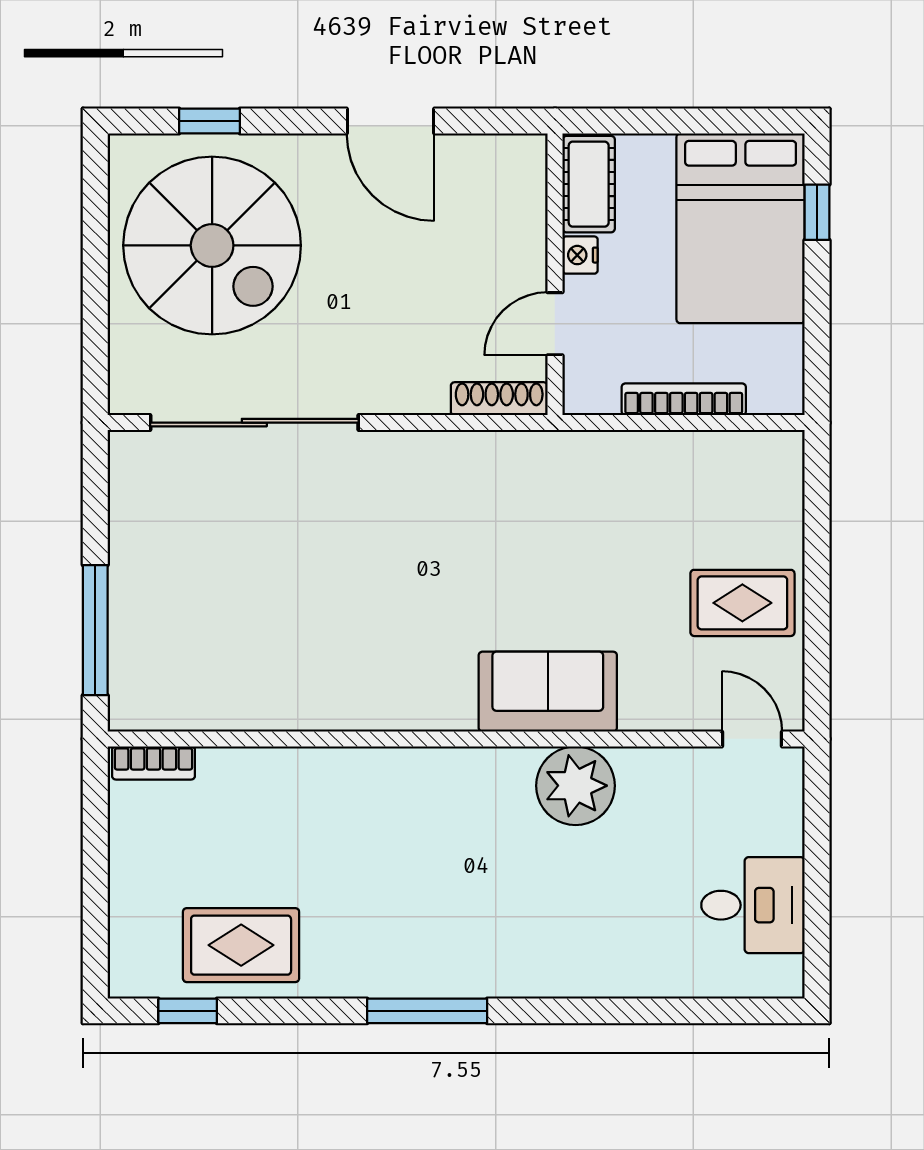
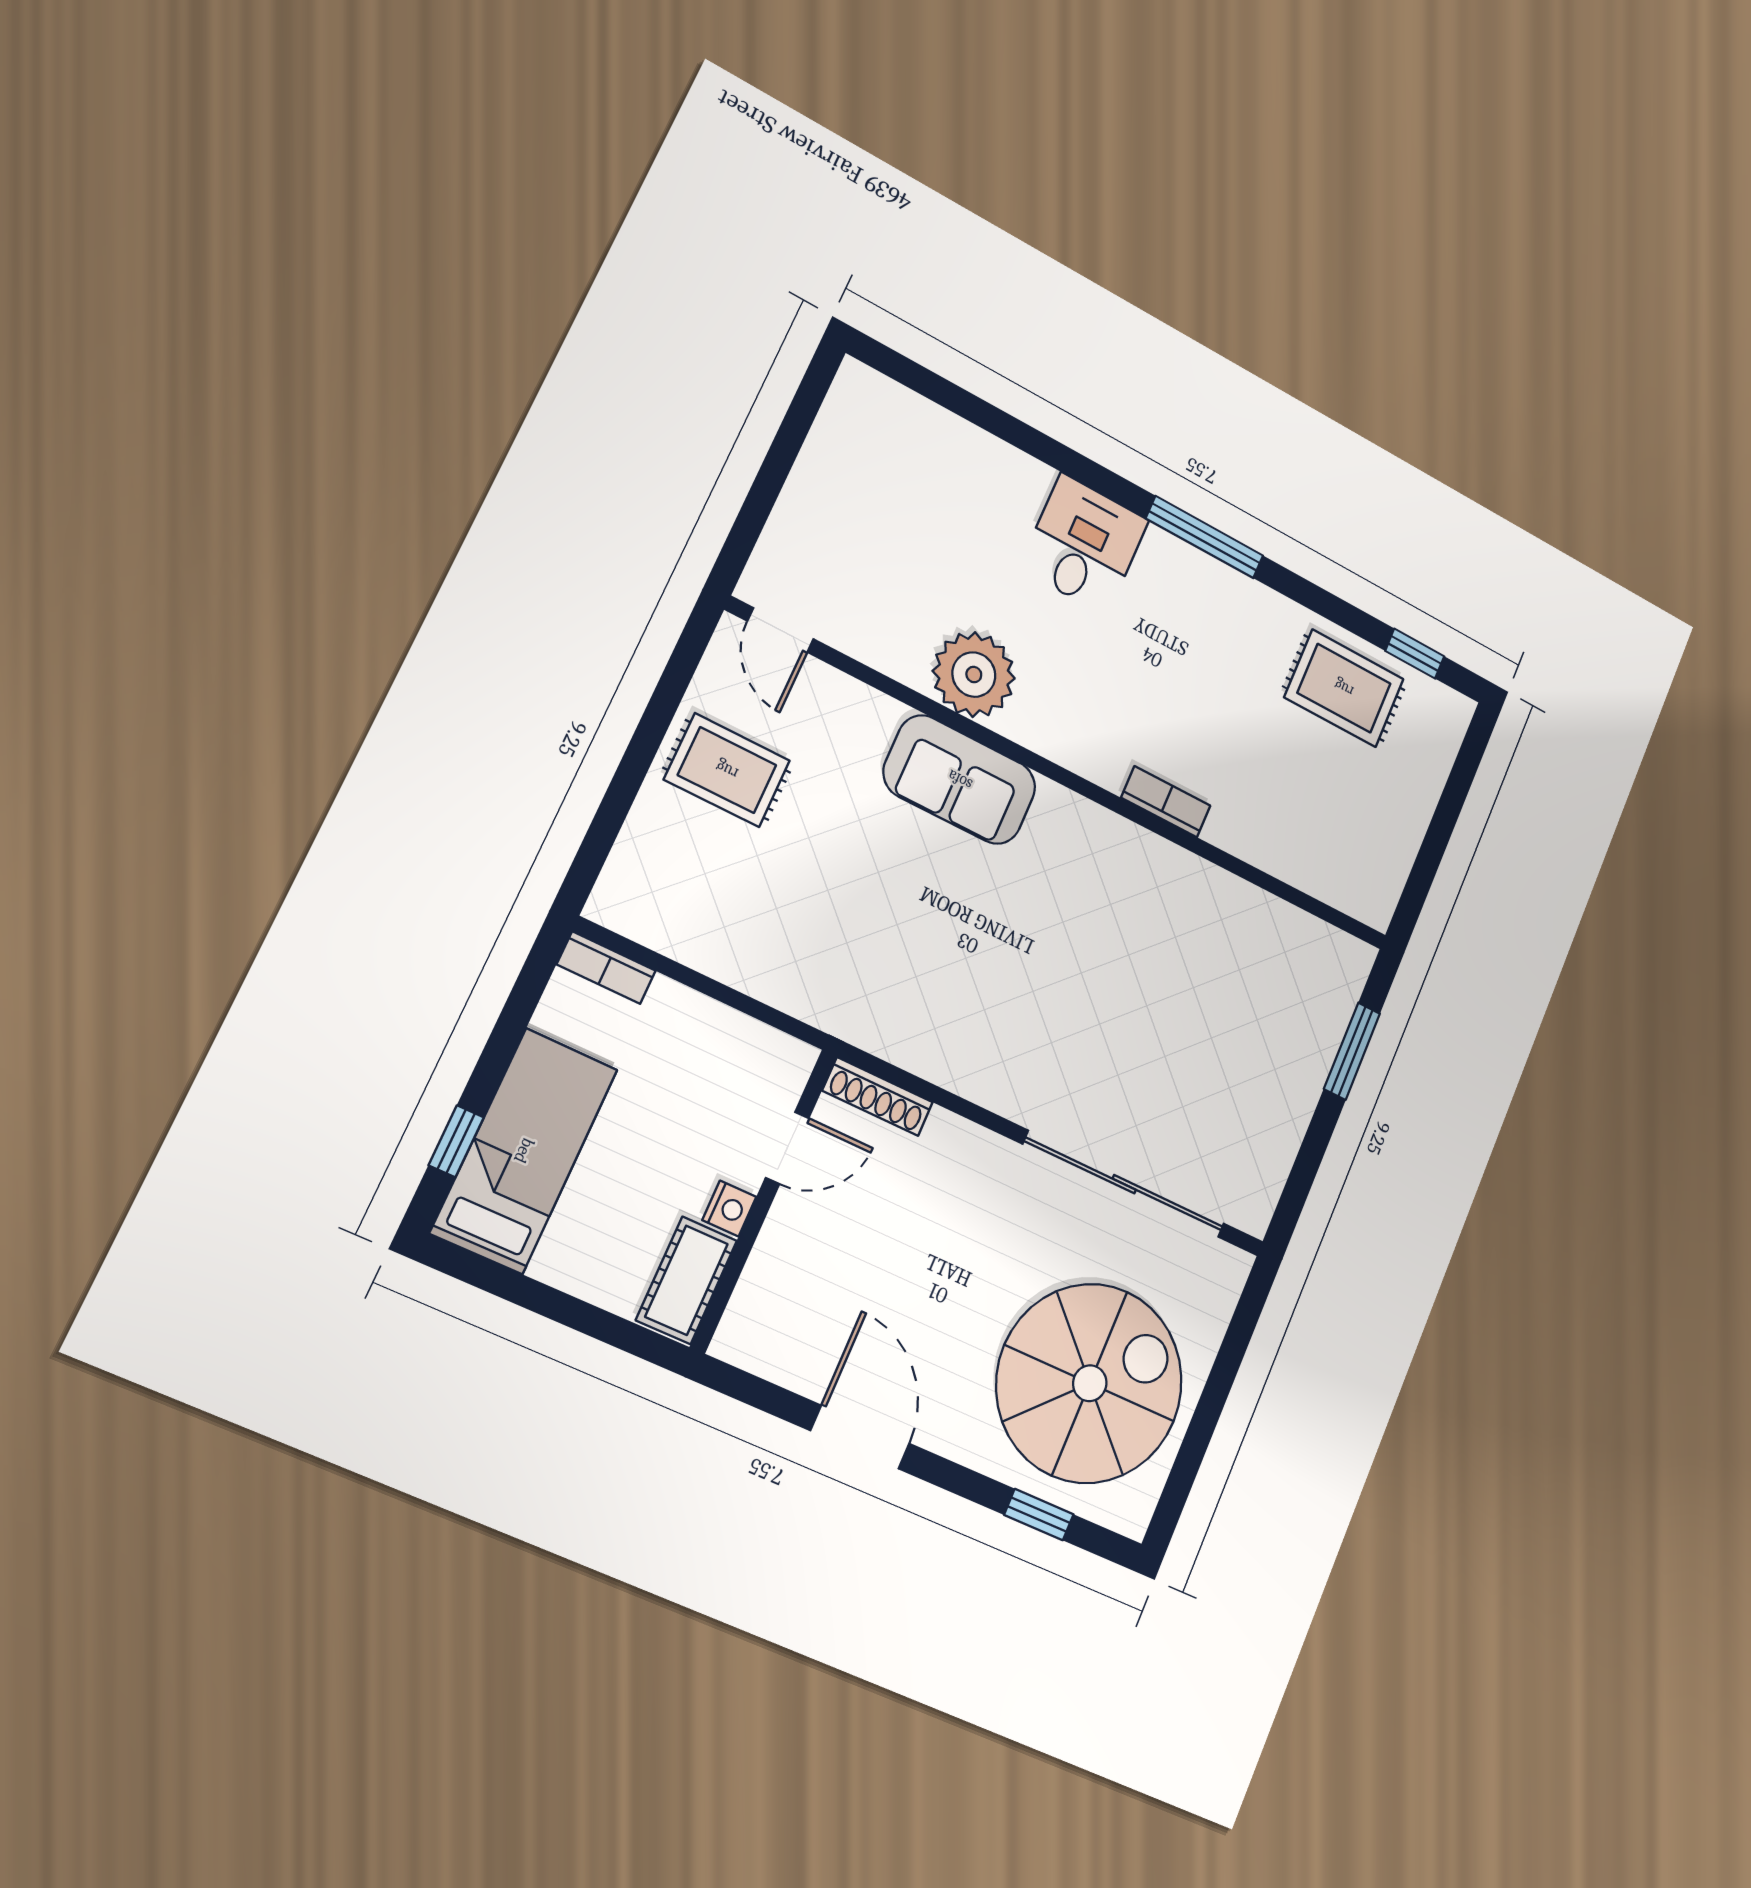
bed: (741, 228) -> (524, 1151), width x0.67
spiral stairs: (212, 245) -> (1090, 1383), turned 90
bookcase: (684, 399) -> (606, 968), moved, width x0.64
window: (95, 630) -> (1352, 1051), width x0.69
bookcase: (154, 763) -> (1166, 802), moved
desk: (753, 905) -> (1084, 544), moved, turned 90

